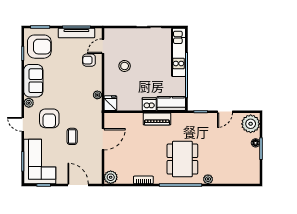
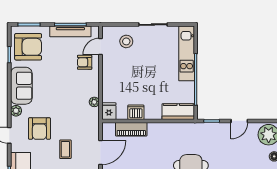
stool: (125, 66) -> (126, 41), moved
dishwasher: (149, 104) -> (136, 112), moved
piano: (157, 119) -> (131, 129), moved

